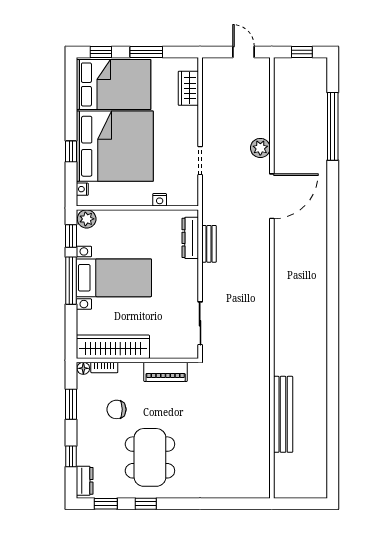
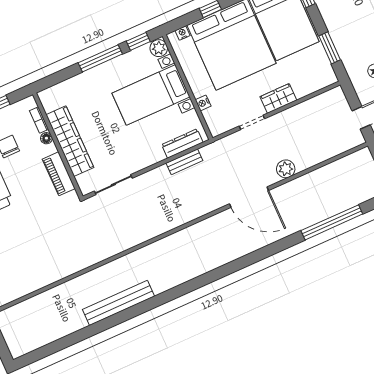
window: (146, 52) -> (330, 48), moved
wardrobe: (188, 88) -> (278, 98), moved
bed with nightstands: (114, 278) -> (151, 95), moved, turned 90
wardrobe: (113, 347) -> (70, 141), moved
floor lamp: (83, 368) -> (46, 138), moved
bench: (283, 414) -> (119, 303), moved

